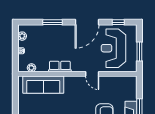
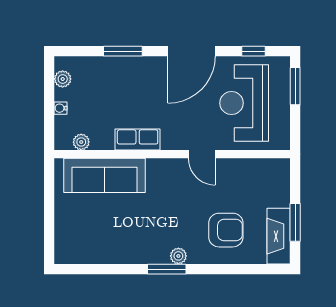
window: (139, 52) -> (295, 86), moved

